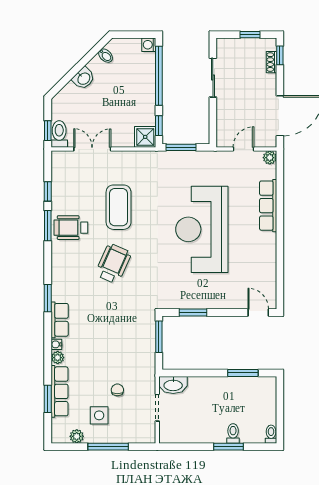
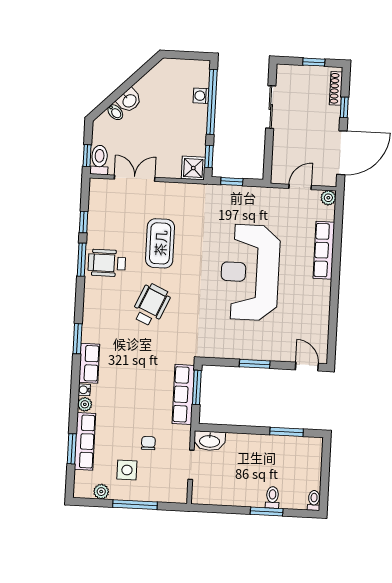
washing machine: (149, 45) -> (201, 96), moved
window: (280, 55) -> (344, 107), moved
bidet: (106, 56) -> (115, 112), moved
shoe rack: (271, 62) -> (336, 88), width x1.43
window: (181, 147) -> (232, 182), width x0.67
window: (193, 312) -> (255, 364), moved
row of seats: (147, 344) -> (183, 394), added

